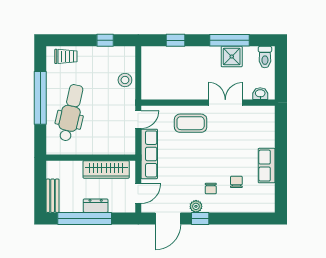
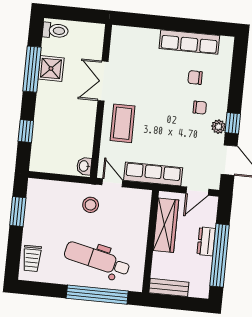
window: (105, 40) -> (18, 212), width x1.50
trolley: (66, 56) -> (32, 258), turned 180
stool: (125, 80) -> (91, 205), moved
washbasin: (260, 94) -> (84, 166), moved
window: (40, 98) -> (97, 295), moved
row of seats: (267, 166) -> (189, 42), width x1.48
door: (138, 194) -> (197, 191), swing flipped
bench: (53, 196) -> (169, 287), moved

